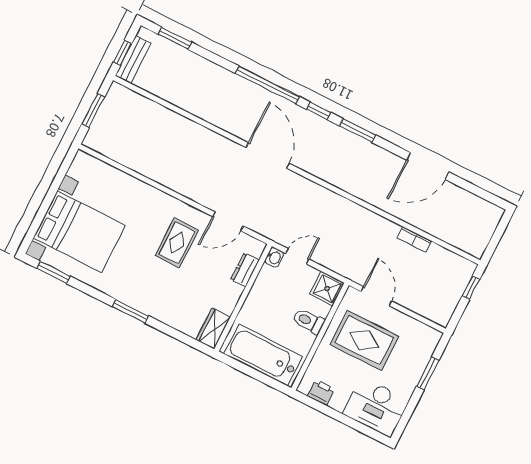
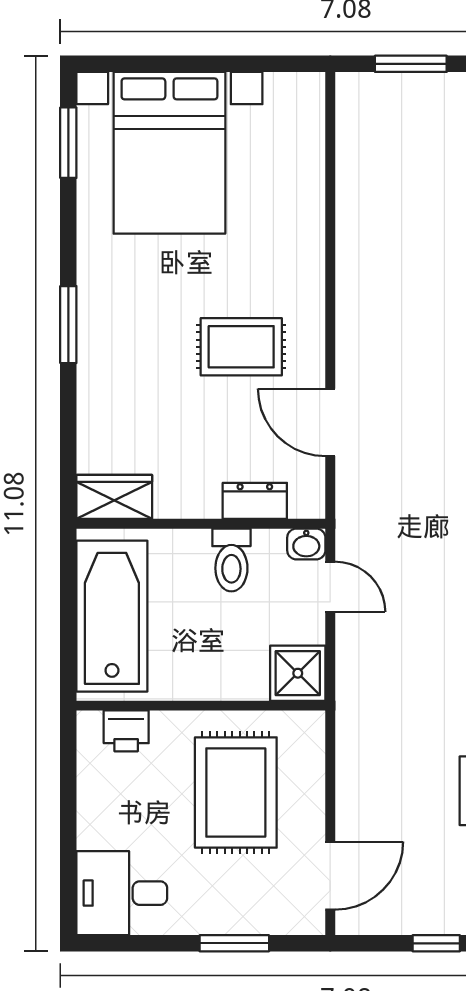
door: (376, 296) -> (330, 876), moved
toilet: (309, 321) -> (231, 560), moved, turned 180
printer: (321, 392) -> (126, 731), moved, turned 90
desk: (376, 407) -> (122, 893), width x0.73

